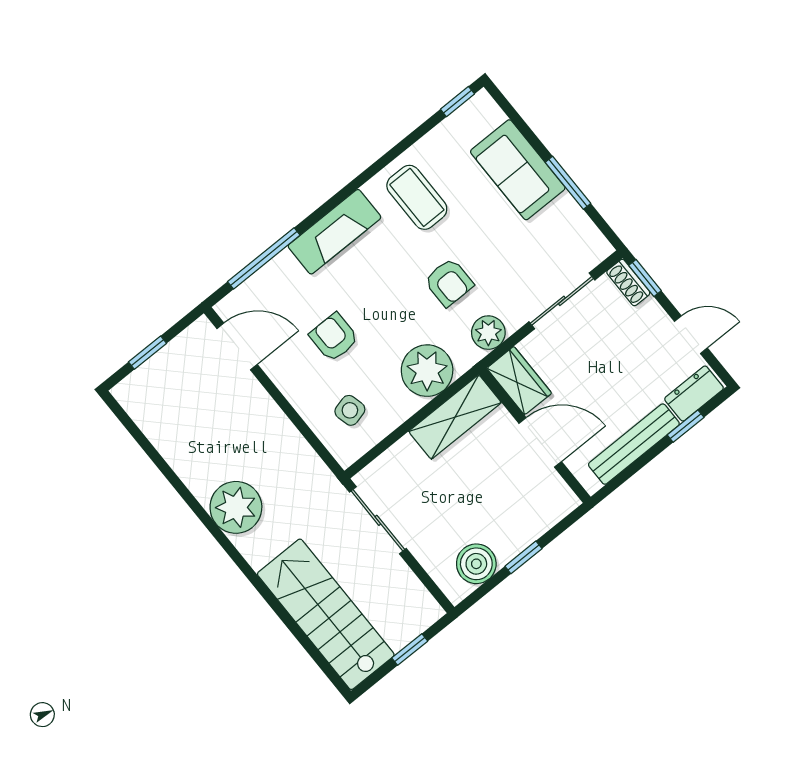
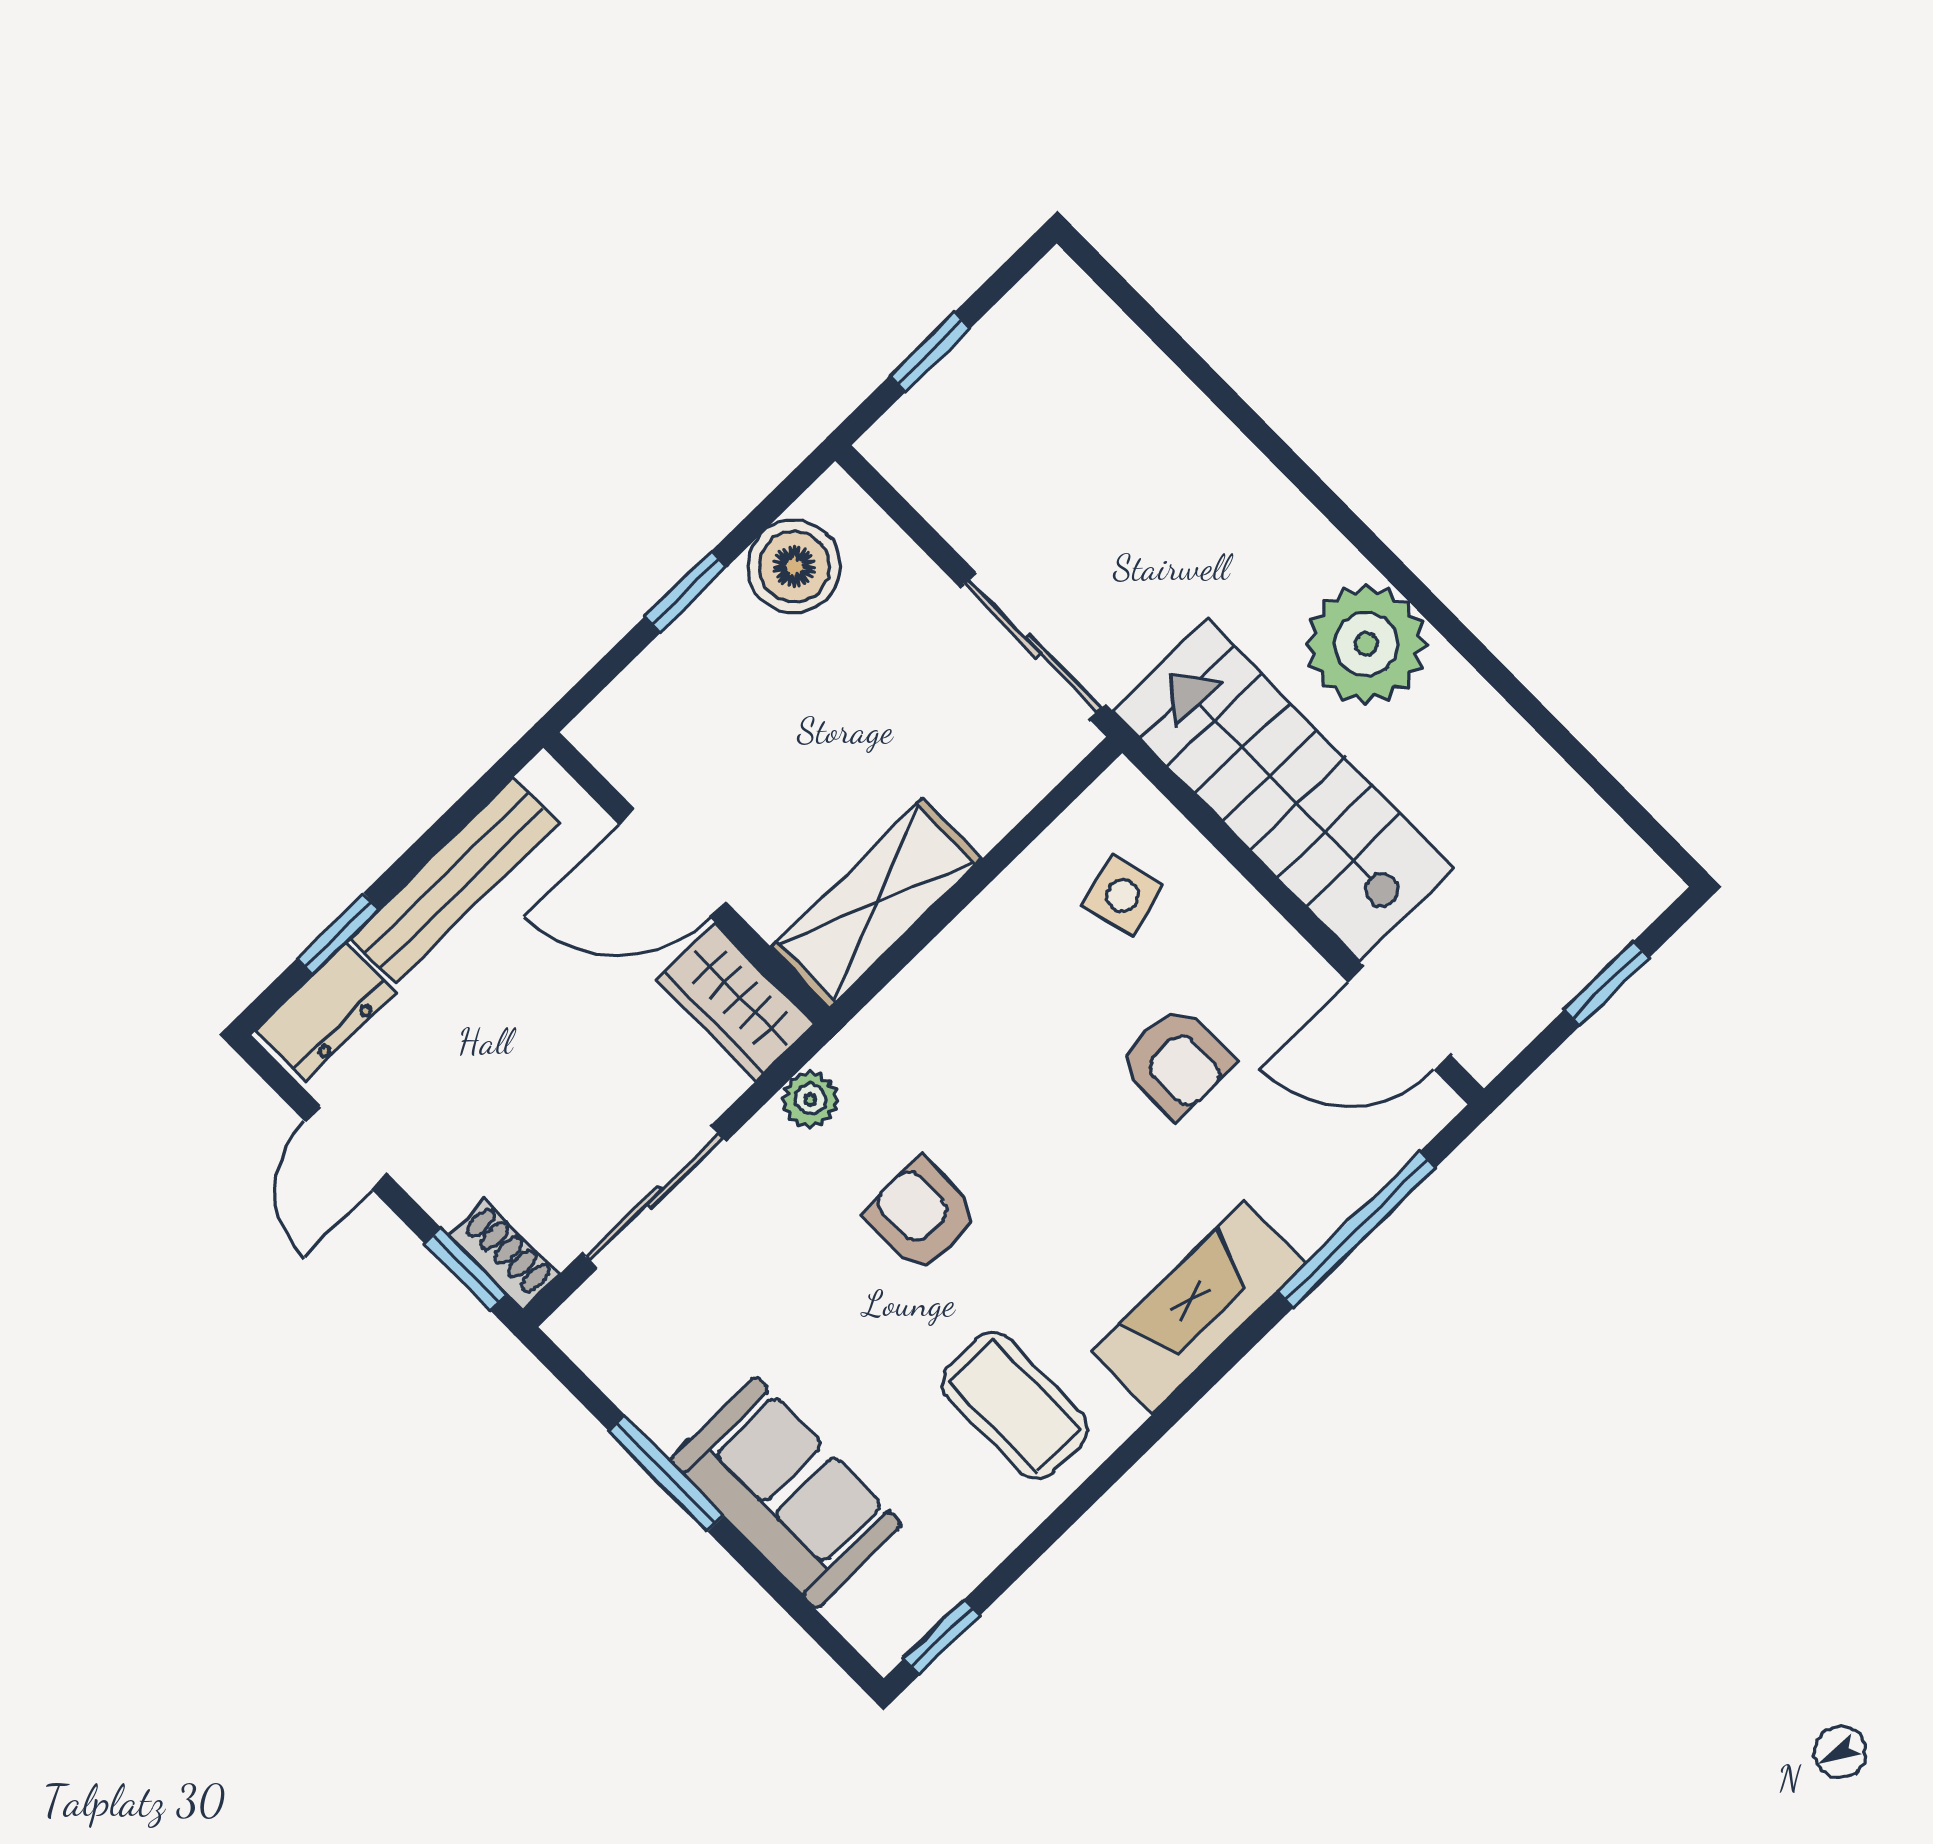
plant: (488, 333) -> (810, 1099), width x0.73, depth x0.73
door: (691, 335) -> (346, 1148), hinge flipped
plant: (427, 371) -> (952, 1005), removed
stairs: (326, 614) -> (1283, 790), moved, turned 180

